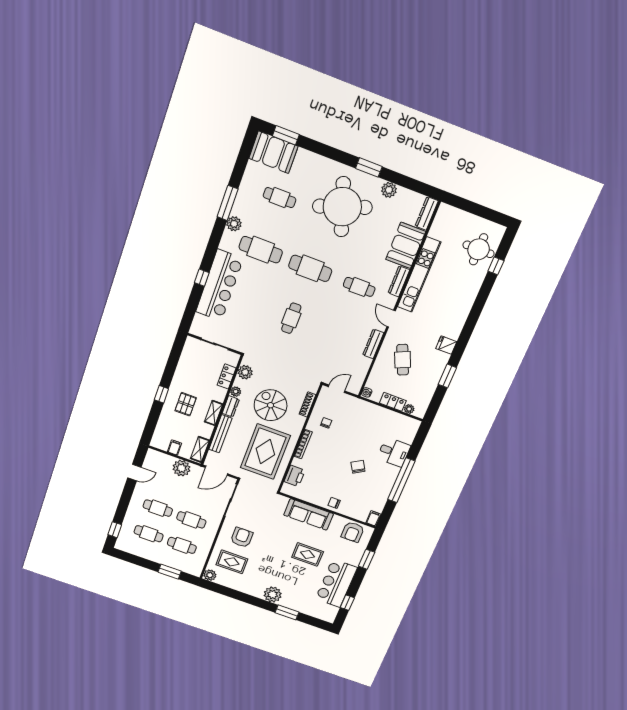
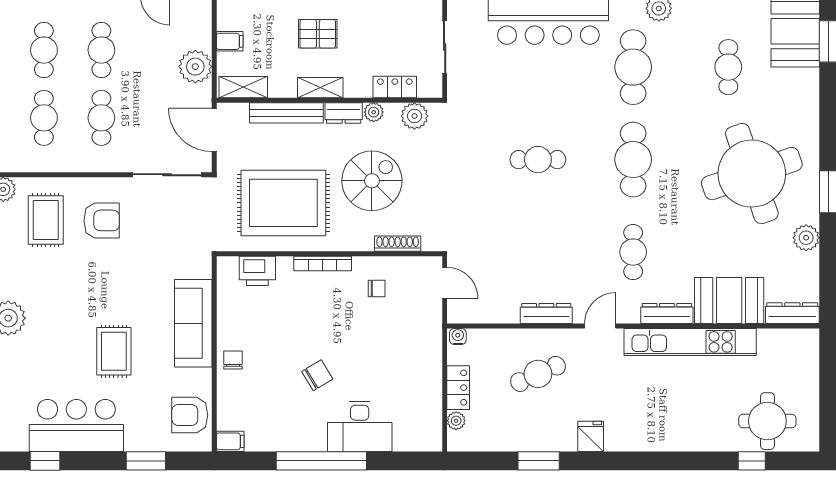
desk: (394, 452) -> (360, 426), width x1.37

